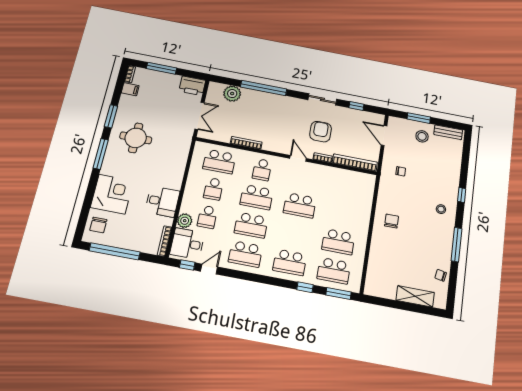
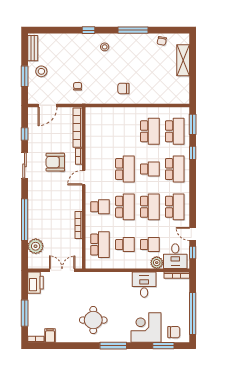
window: (111, 116) -> (163, 346), moved
school desk: (295, 233) -> (150, 169), added

